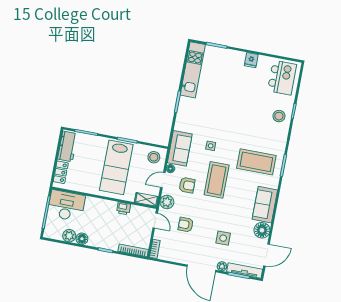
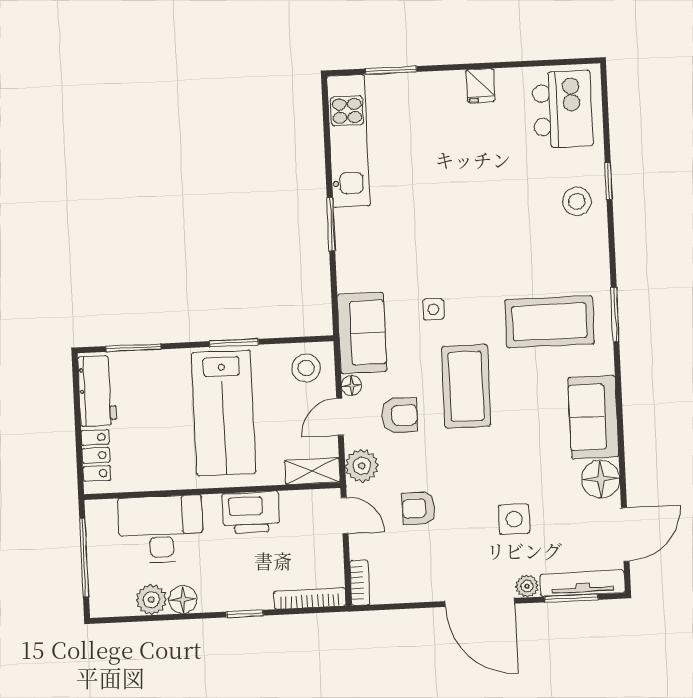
desk: (66, 206) -> (161, 529), moved
printer: (124, 208) -> (251, 512), width x1.87, depth x1.48

